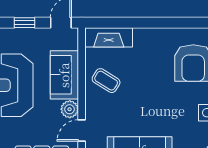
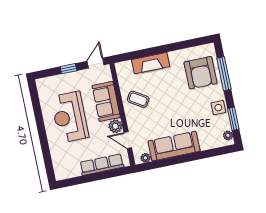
fireplace: (109, 37) -> (151, 63), moved
door: (82, 130) -> (128, 140), hinge flipped

